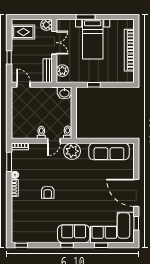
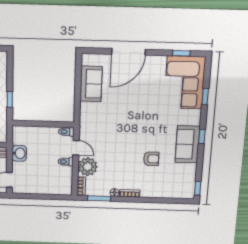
washbasin: (64, 93) -> (19, 153), moved
plant: (72, 151) -> (88, 167), moved
sofa: (109, 151) -> (91, 84), width x0.73
armchair: (48, 192) -> (151, 159), moved
door: (136, 193) -> (128, 52), moved
sofa: (74, 234) -> (187, 144), moved

